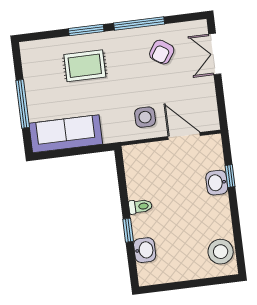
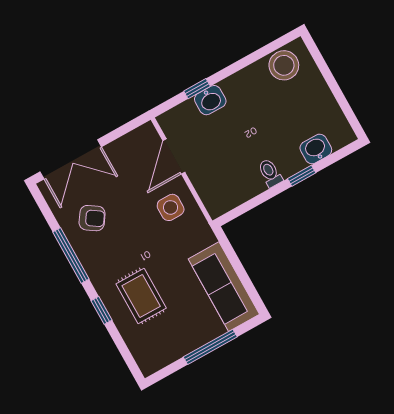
window: (86, 30) -> (102, 310), width x0.67
double door: (215, 54) -> (71, 159), width x1.37

